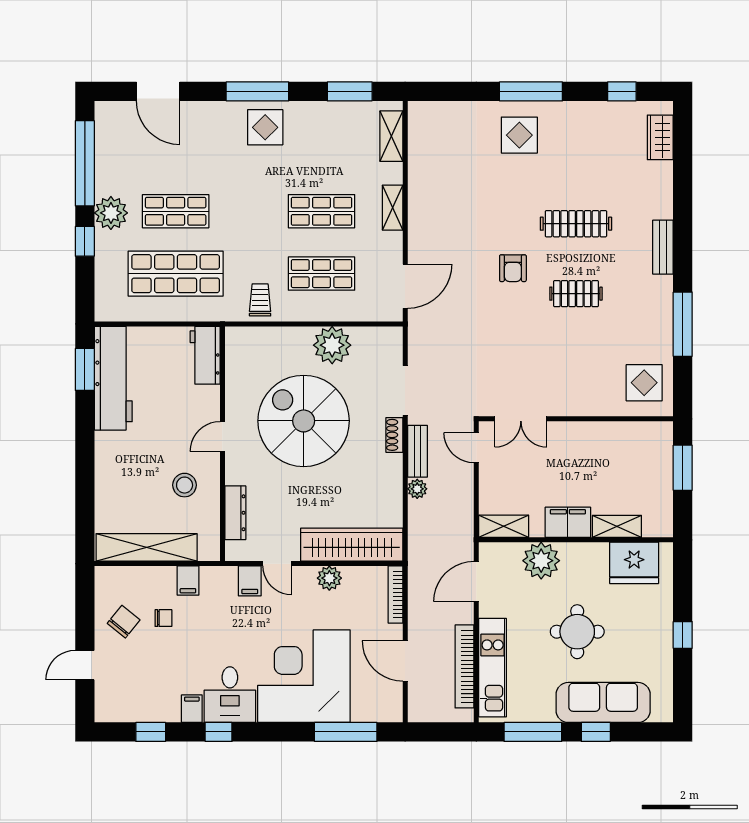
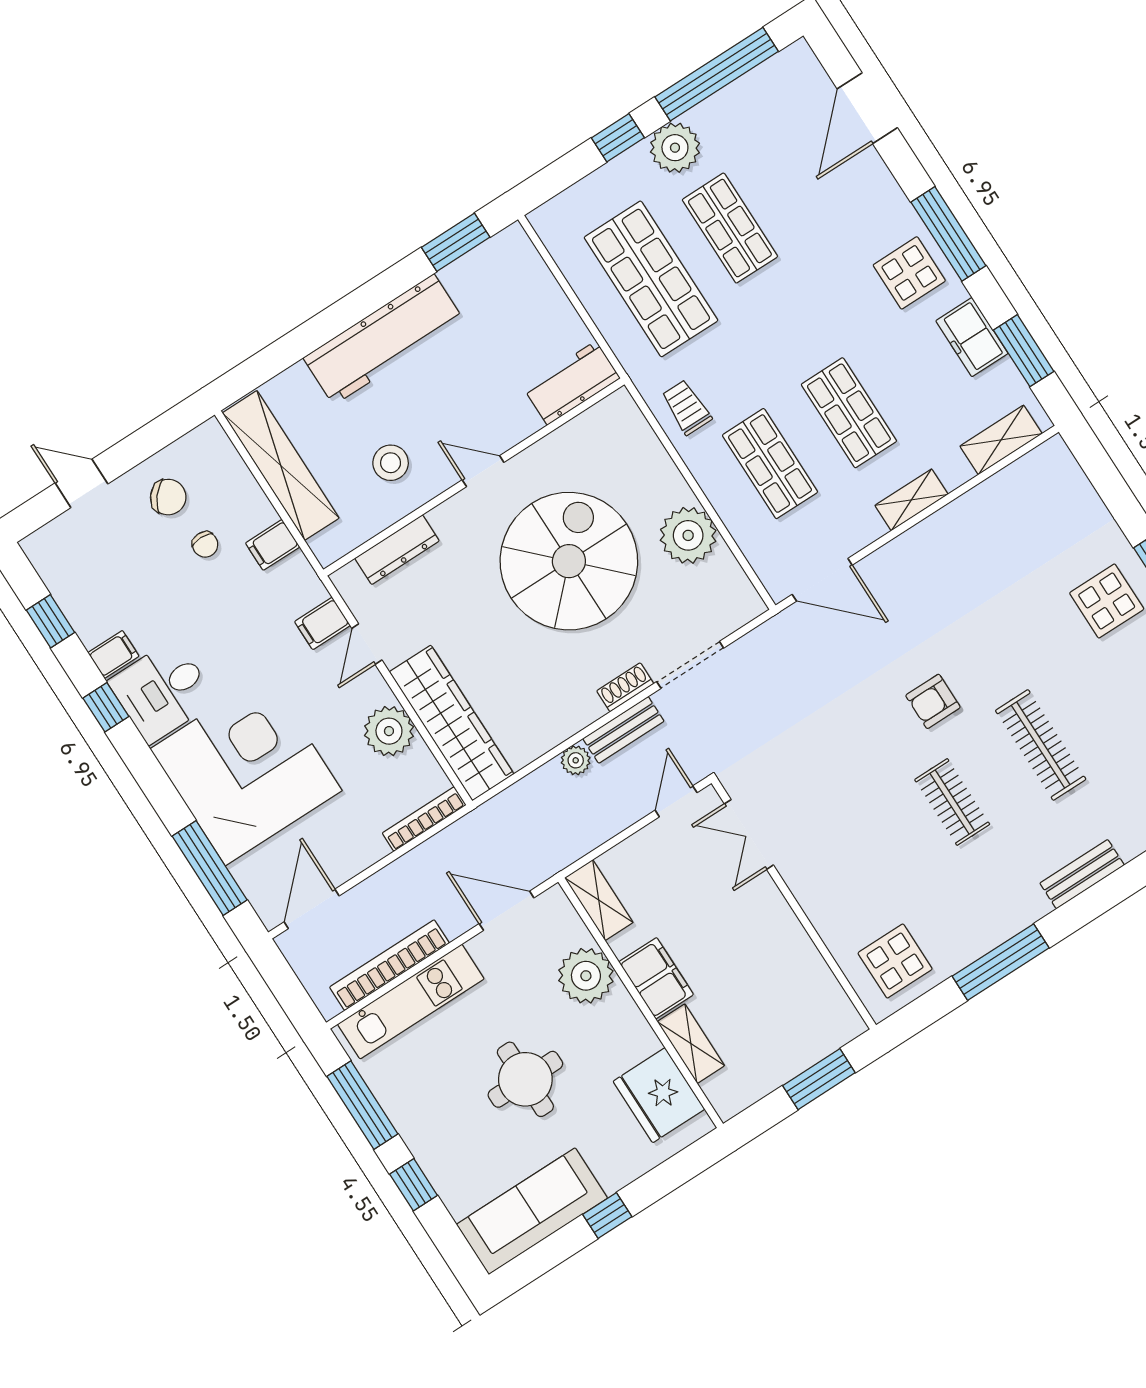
freezer: (324, 115) -> (972, 337), added
trolley: (260, 300) -> (686, 407), turned -90
workbench: (113, 378) -> (384, 339), moved
plant: (329, 578) -> (389, 731), width x1.36, depth x1.36
door: (405, 661) -> (312, 909), moved
sofa: (603, 702) -> (532, 1211), moved, turned -90

